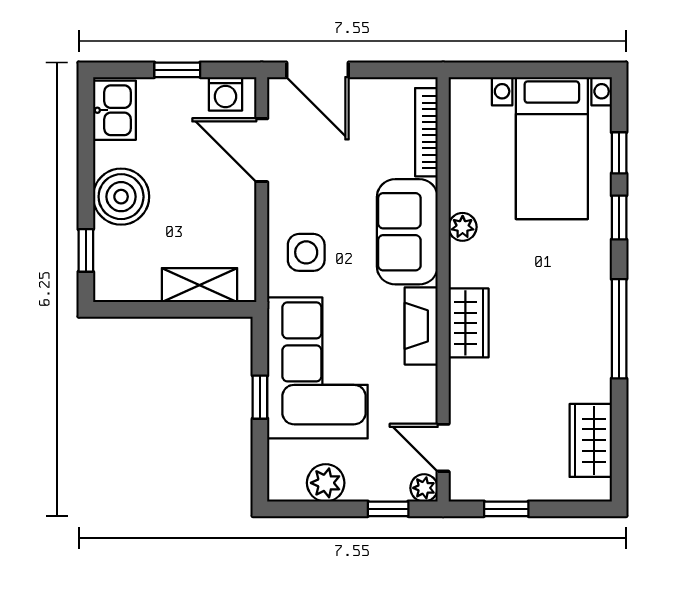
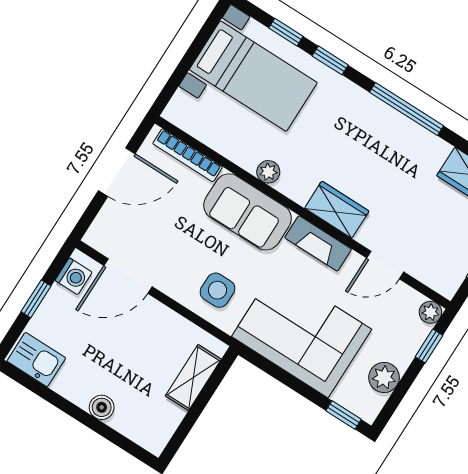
door: (317, 70) -> (117, 172), moved
boiler: (121, 197) -> (102, 407), width x0.54, depth x0.54
window: (86, 250) -> (120, 440), removed
window: (260, 397) -> (343, 415), moved
door: (443, 448) -> (385, 265), moved

